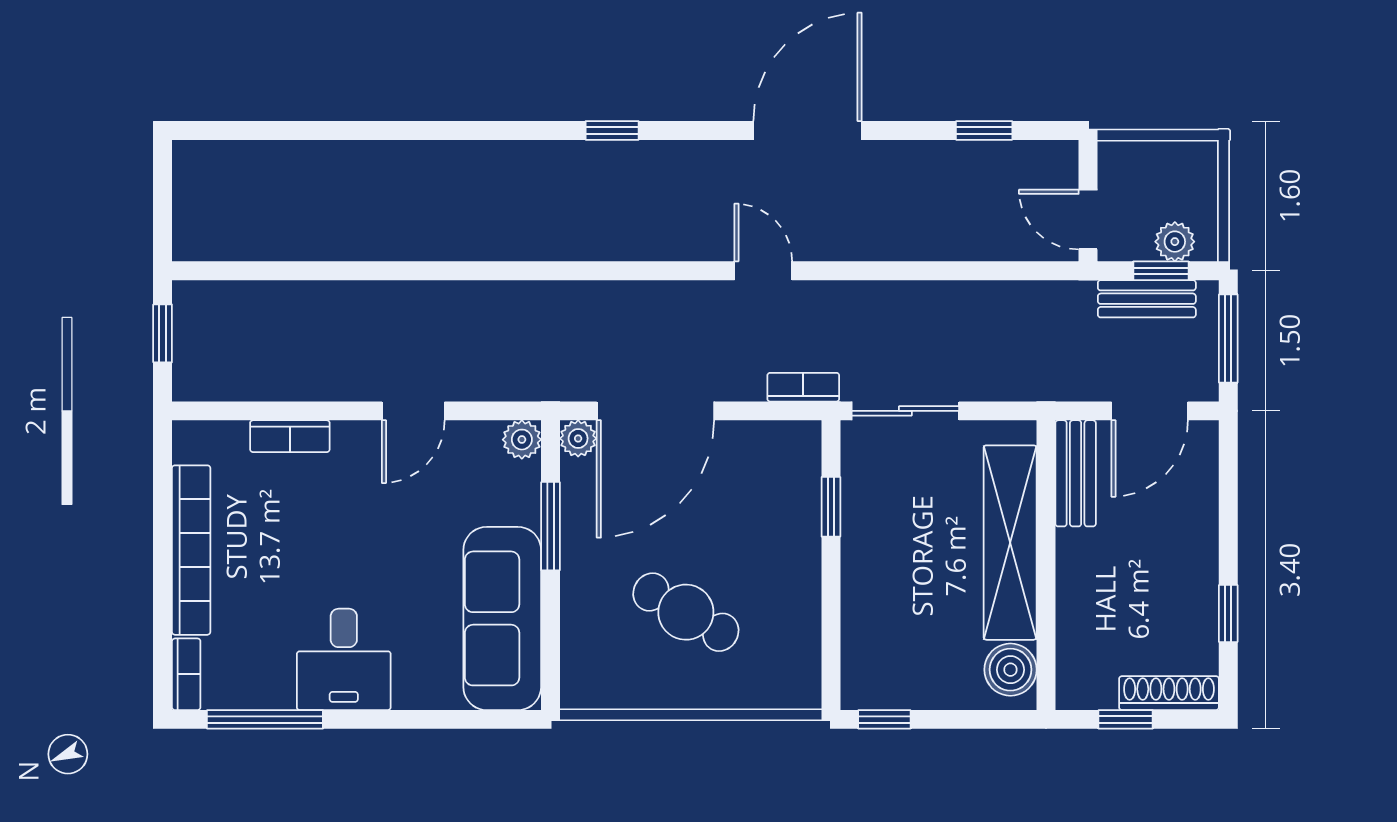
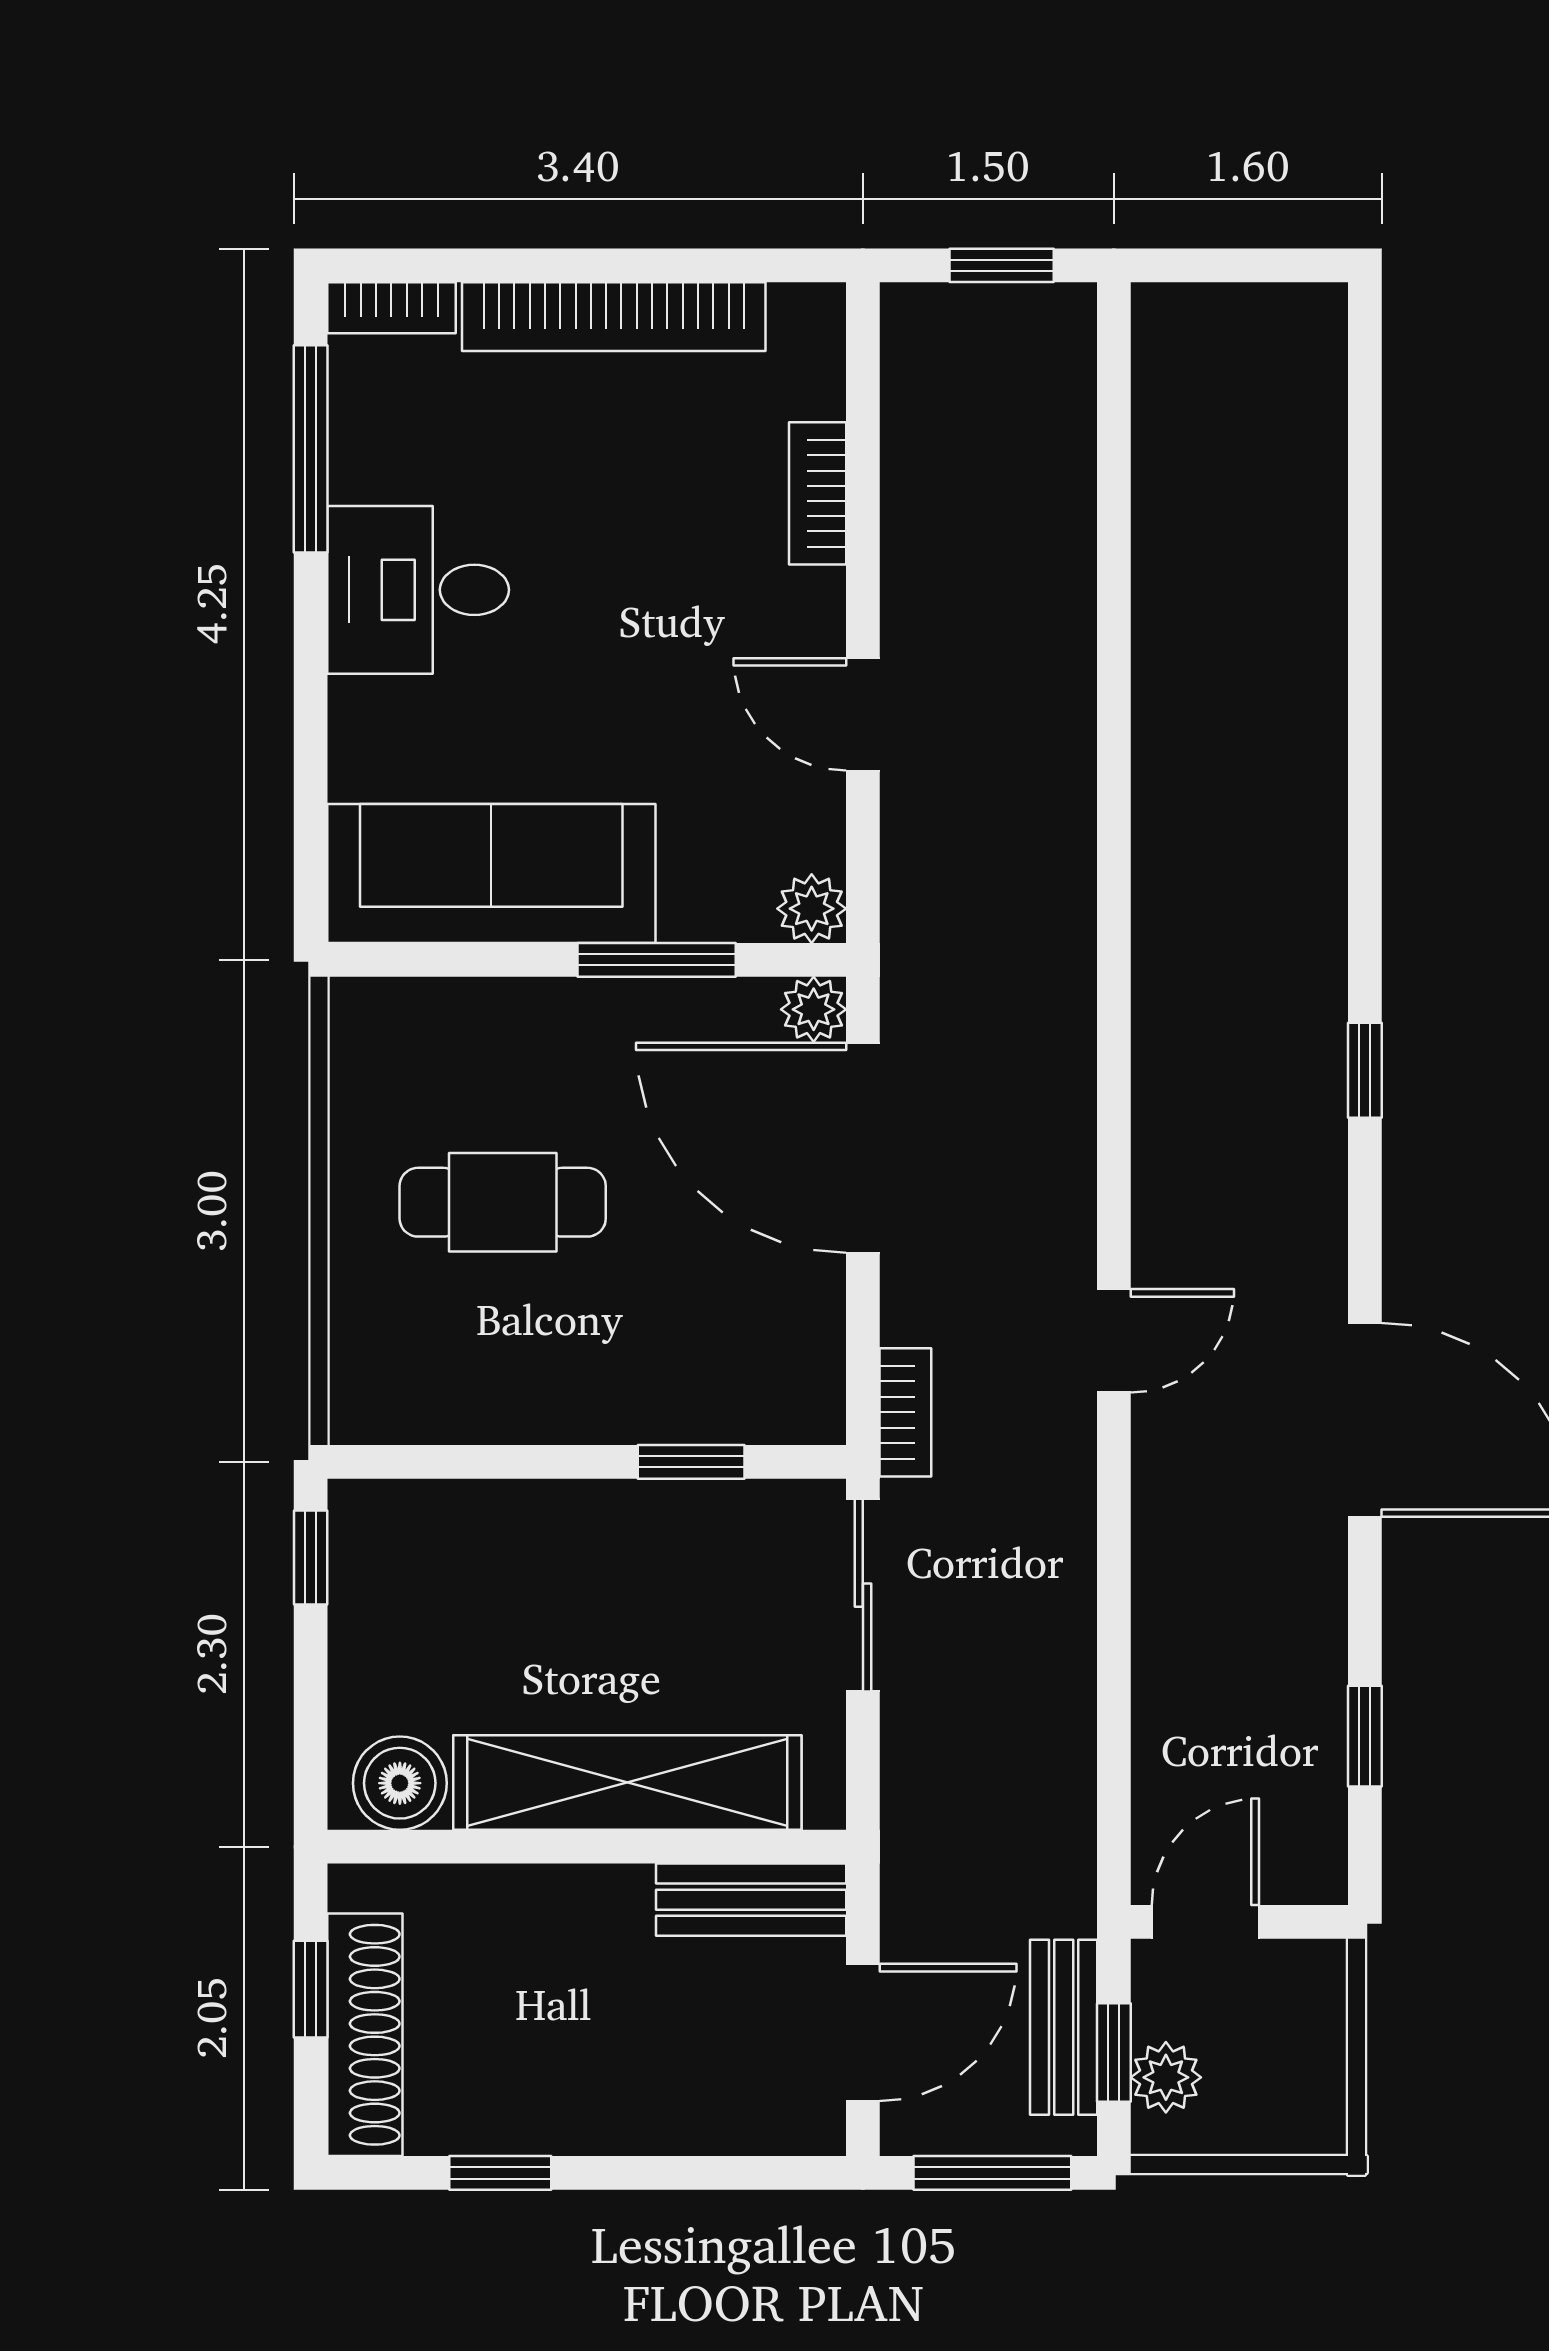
door: (1150, 411) -> (863, 2032), swing flipped
cafe table: (686, 612) -> (503, 1202), turned 60
shoe rack: (1169, 693) -> (365, 2035), width x1.36, depth x1.24

